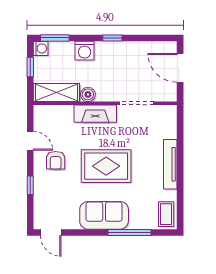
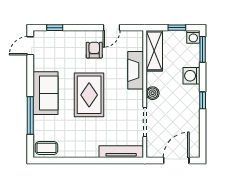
boiler: (88, 94) -> (153, 93), moved
fireplace: (95, 114) -> (136, 70), moved
armchair: (56, 160) -> (94, 50), turned 90
tv unit: (170, 164) -> (121, 152), moved
window: (30, 185) -> (55, 28), moved

